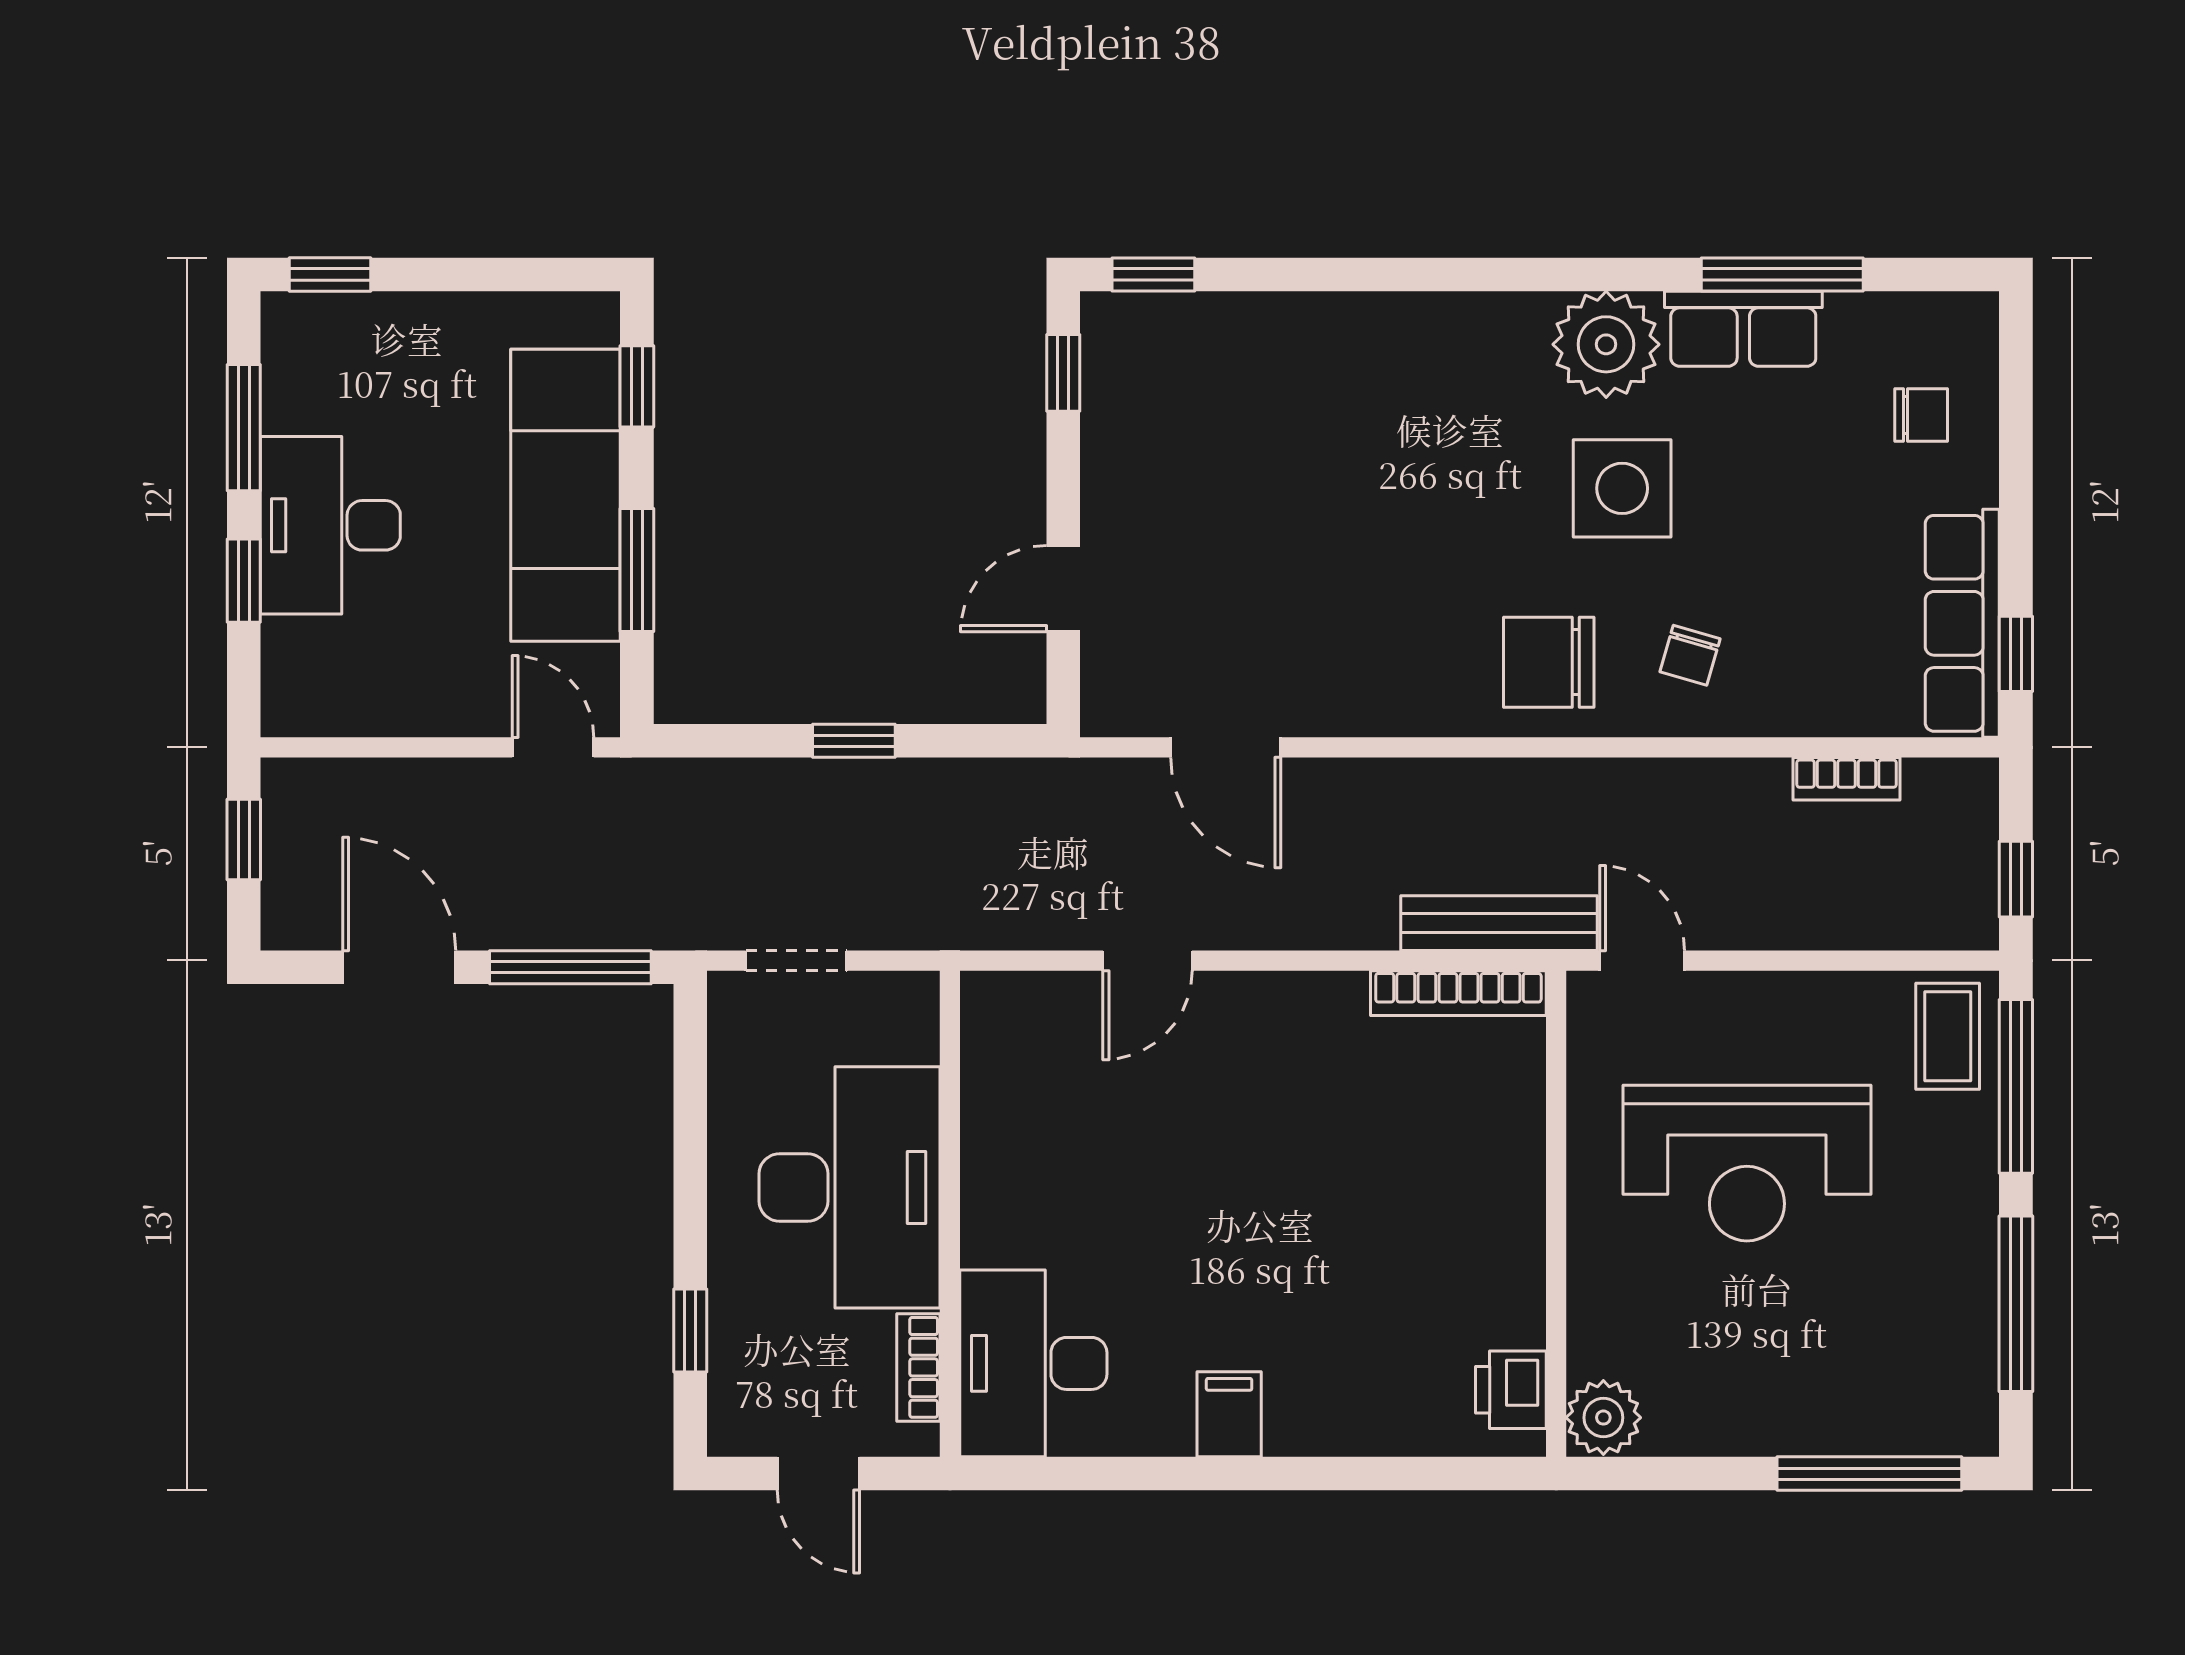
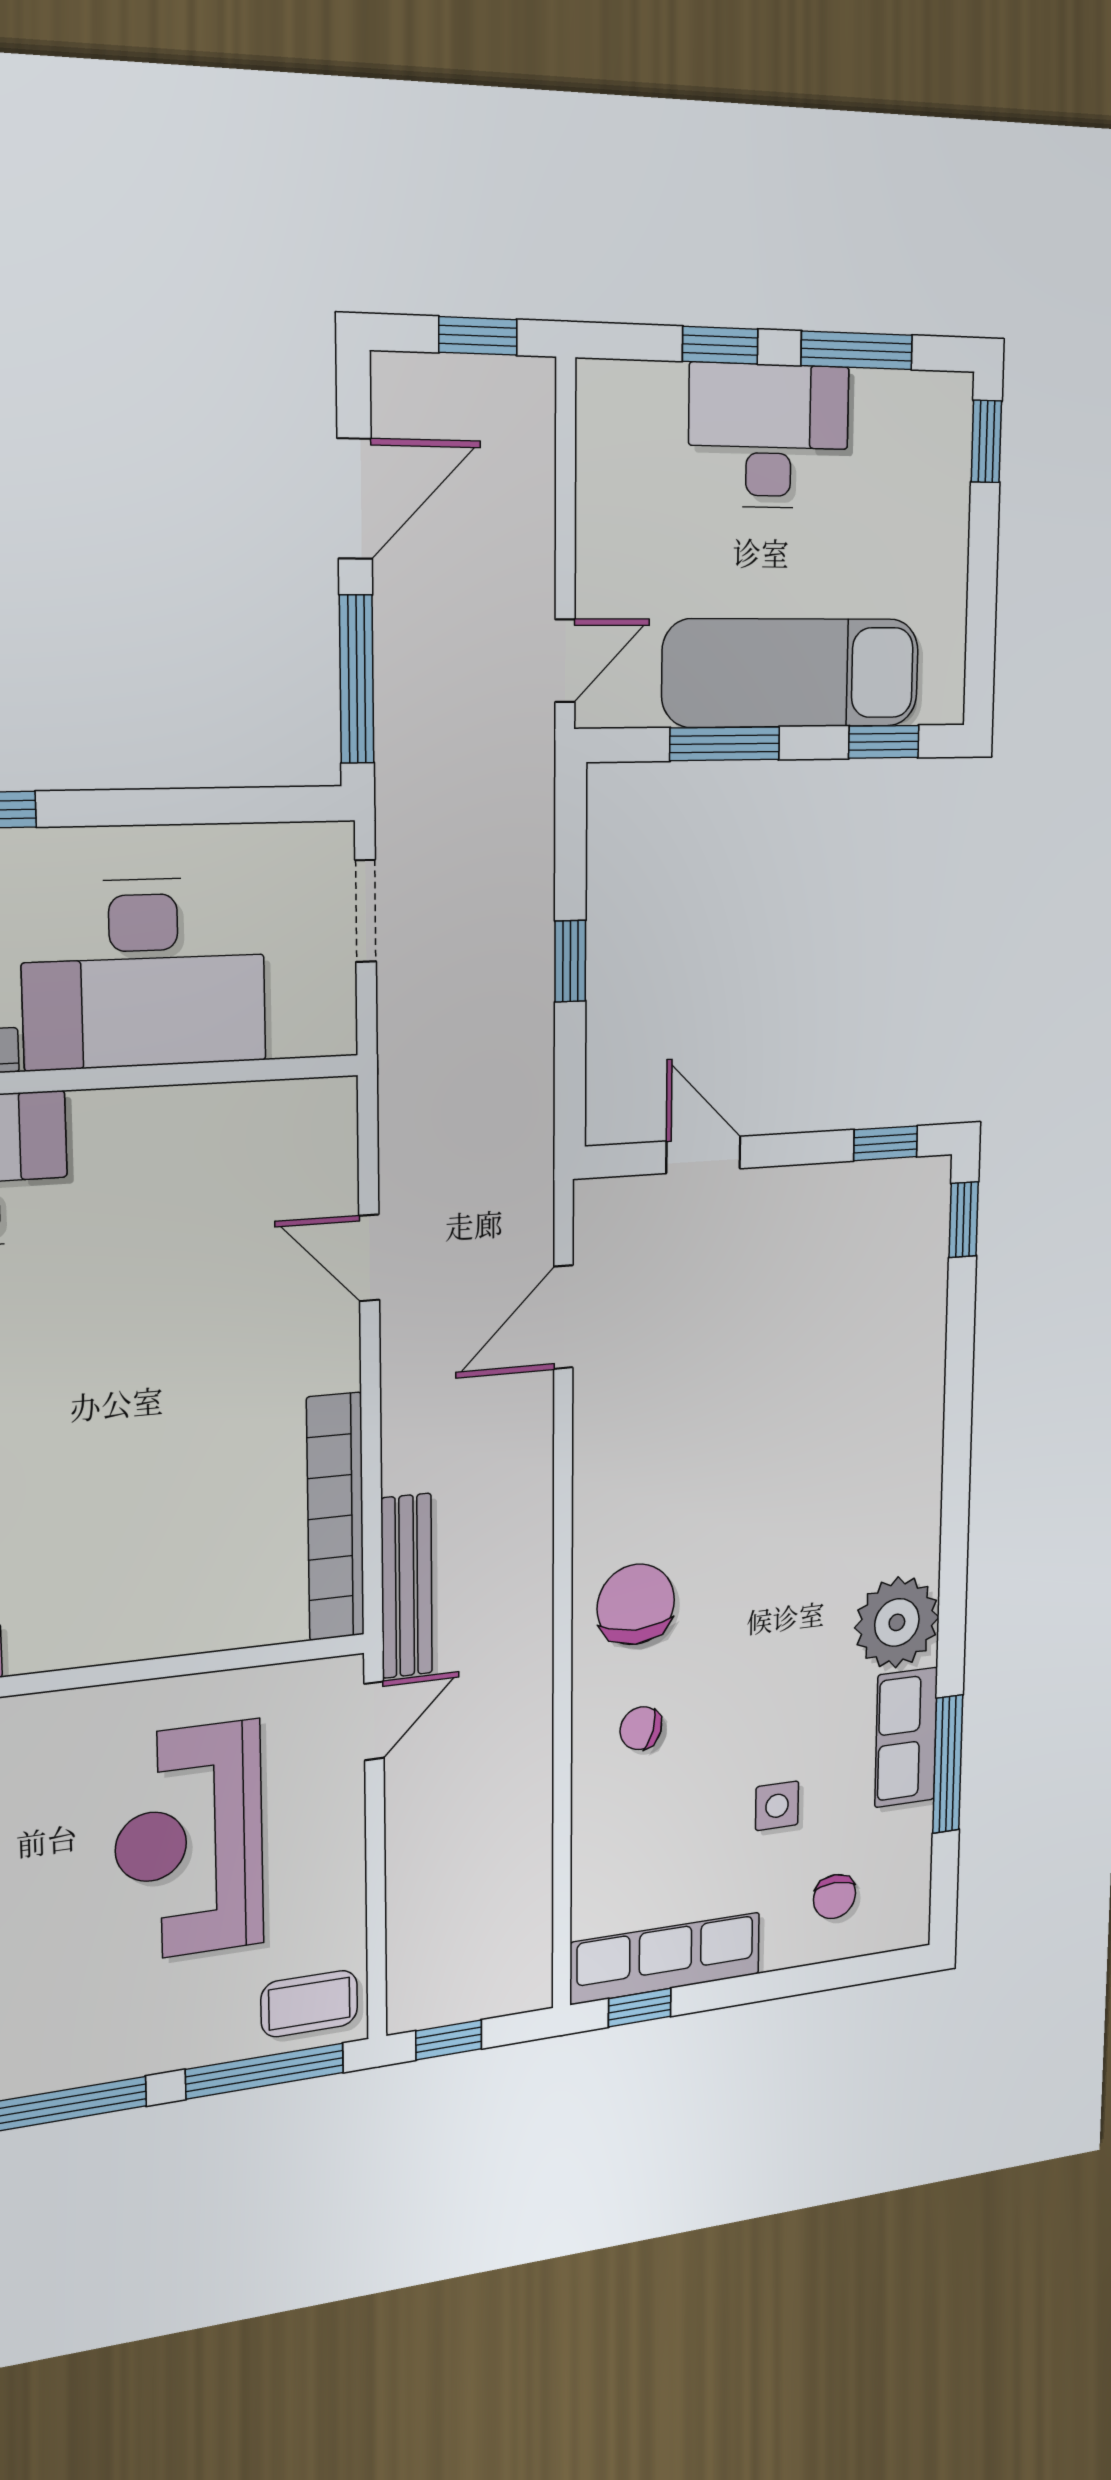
side table: (1622, 488) -> (777, 1806), moved, width x0.54, depth x0.54
bookcase: (1847, 779) -> (535, 1880), removed
bookcase: (1458, 993) -> (335, 1517), width x1.48, depth x1.31

